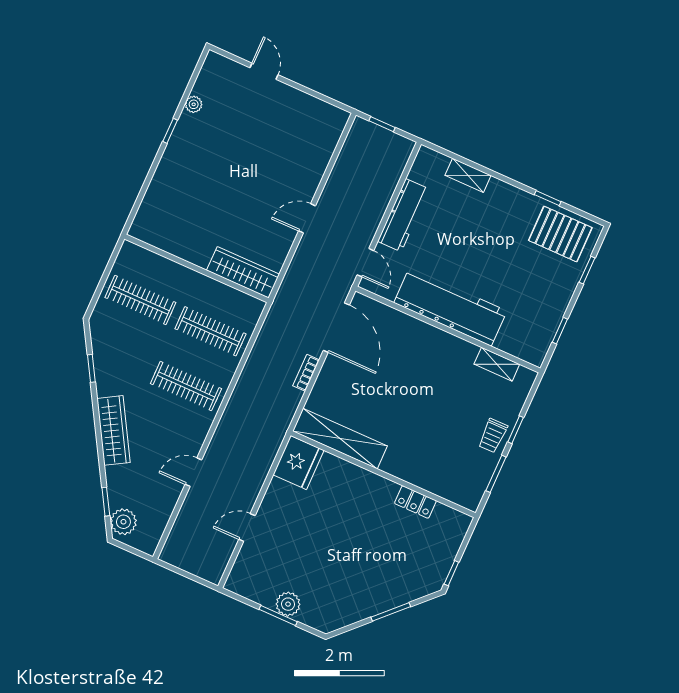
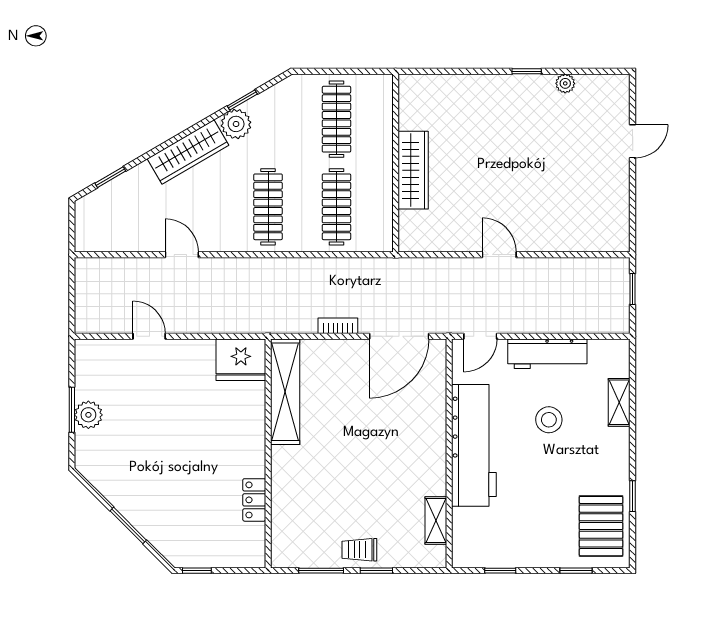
stool: (457, 238) -> (549, 420), added
wardrobe: (243, 272) -> (413, 170), moved
plant: (123, 522) -> (236, 124), moved

